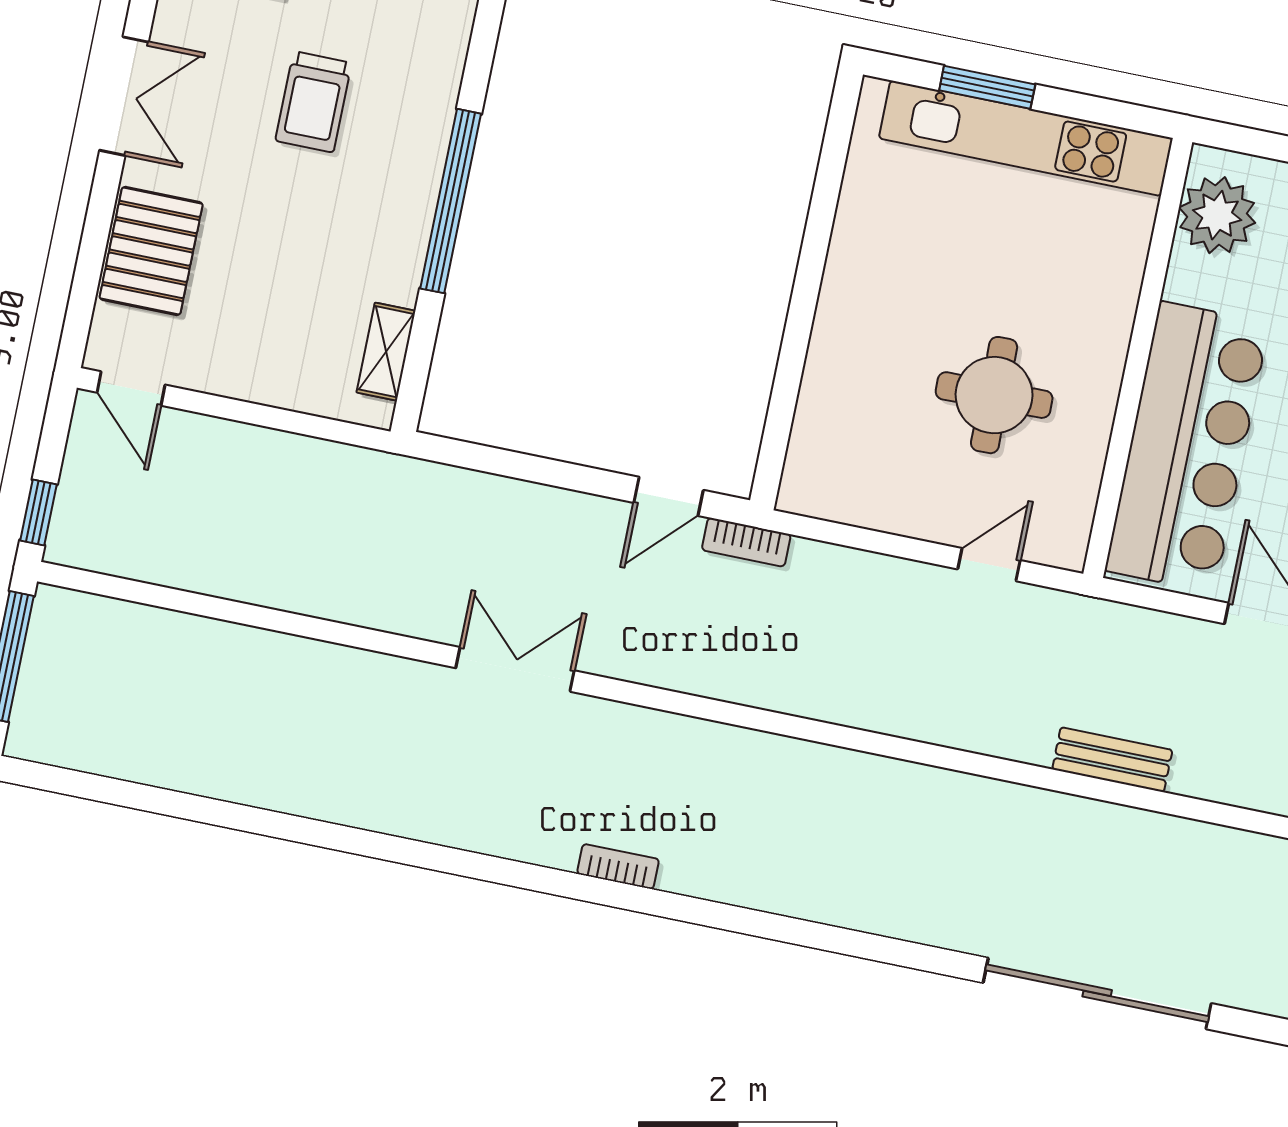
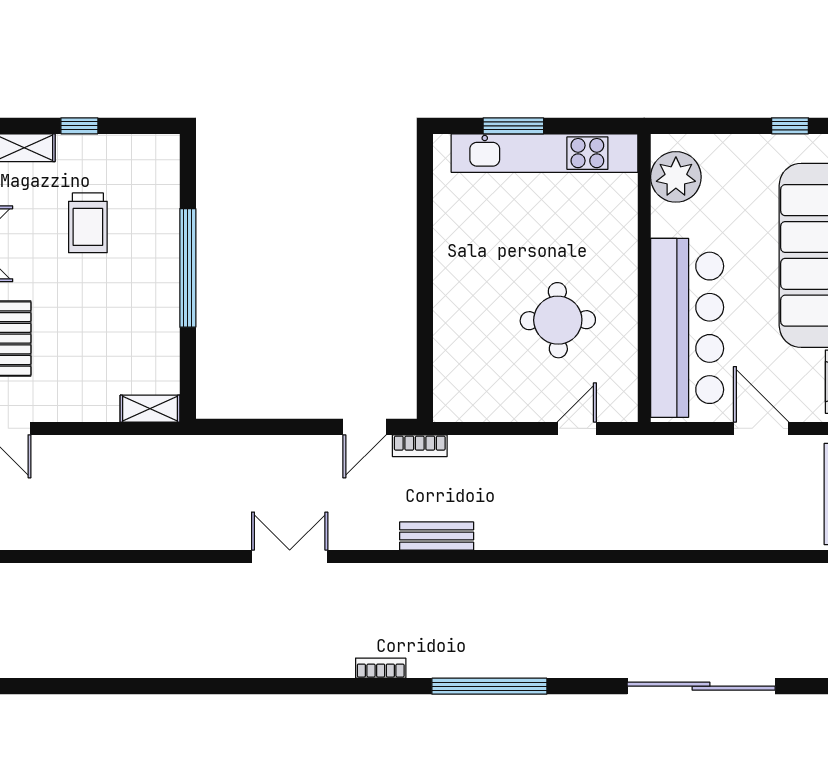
shelving: (386, 352) -> (150, 409), moved, turned 90
bench: (1112, 760) -> (437, 536), moved
window: (777, 928) -> (489, 686), added

